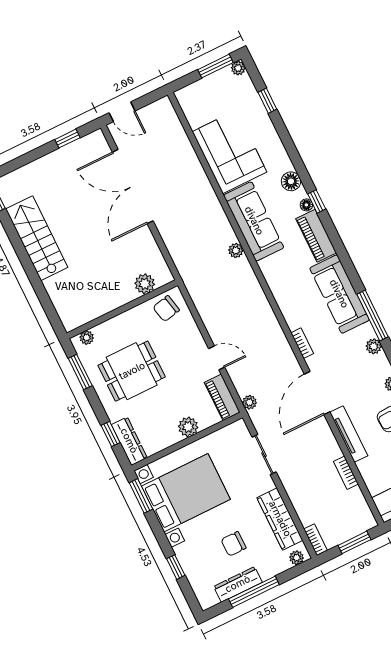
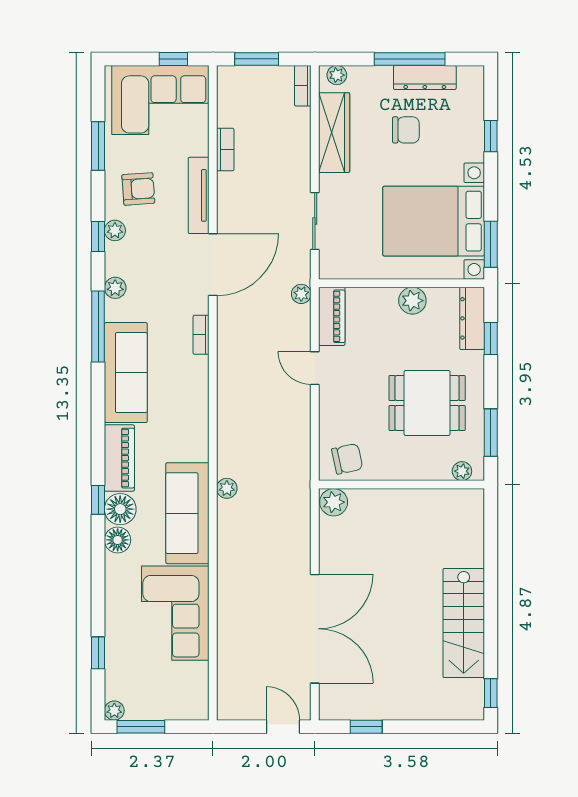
floor lamp: (306, 205) -> (120, 509), width x1.89, depth x1.89
plant: (145, 284) -> (334, 502), moved
plant: (188, 427) -> (412, 301), moved

